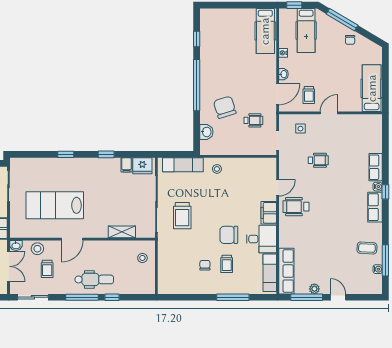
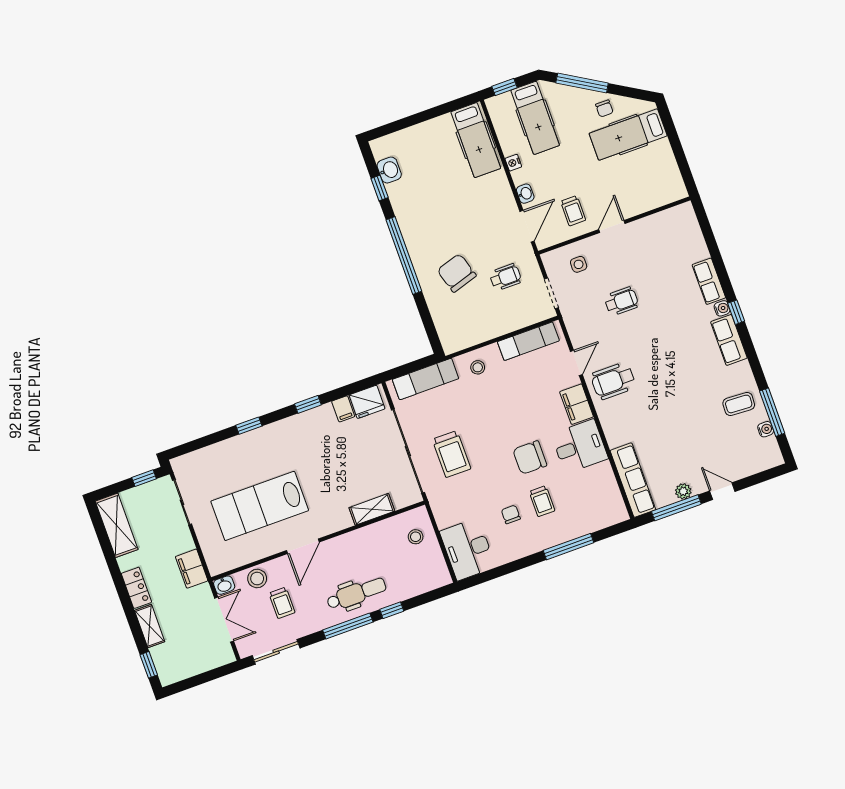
hospital bed: (372, 88) -> (628, 135), moved, turned -90
washbasin: (206, 132) -> (389, 170), moved
exam couch: (270, 273) -> (528, 341), moved, turned -90
desk: (171, 277) -> (468, 549), added

